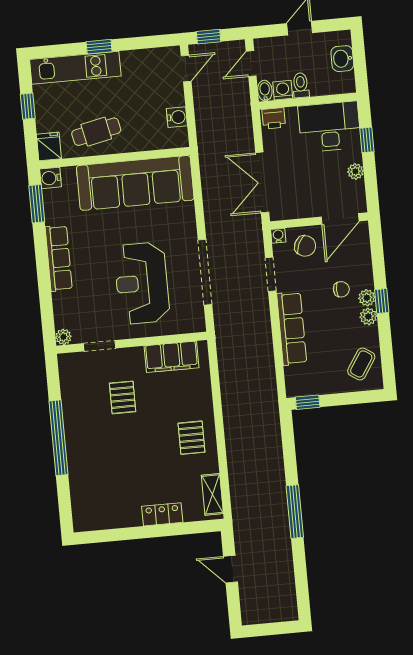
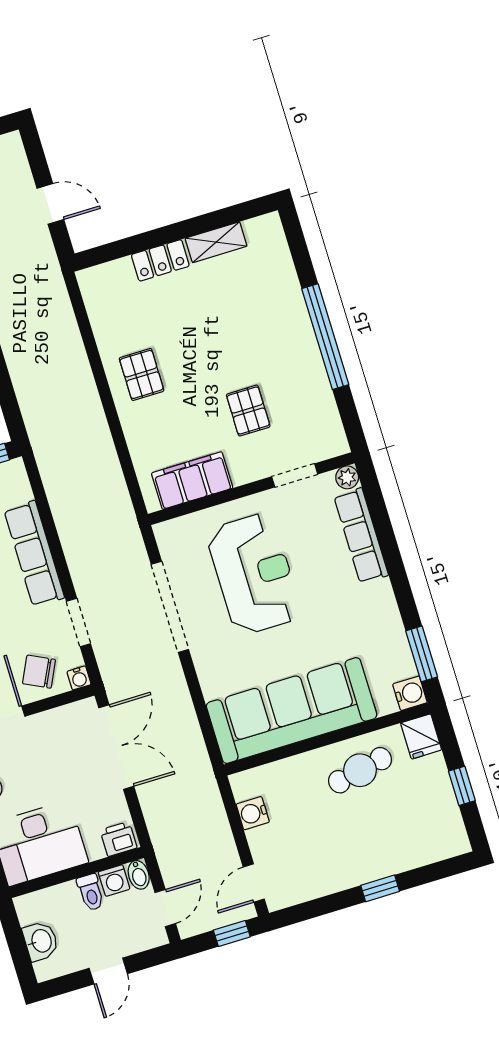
kitchen unit: (75, 68) -> (407, 853), removed
row of seats: (59, 258) -> (361, 536), moved
shelving: (212, 494) -> (216, 242), moved, turned 90

